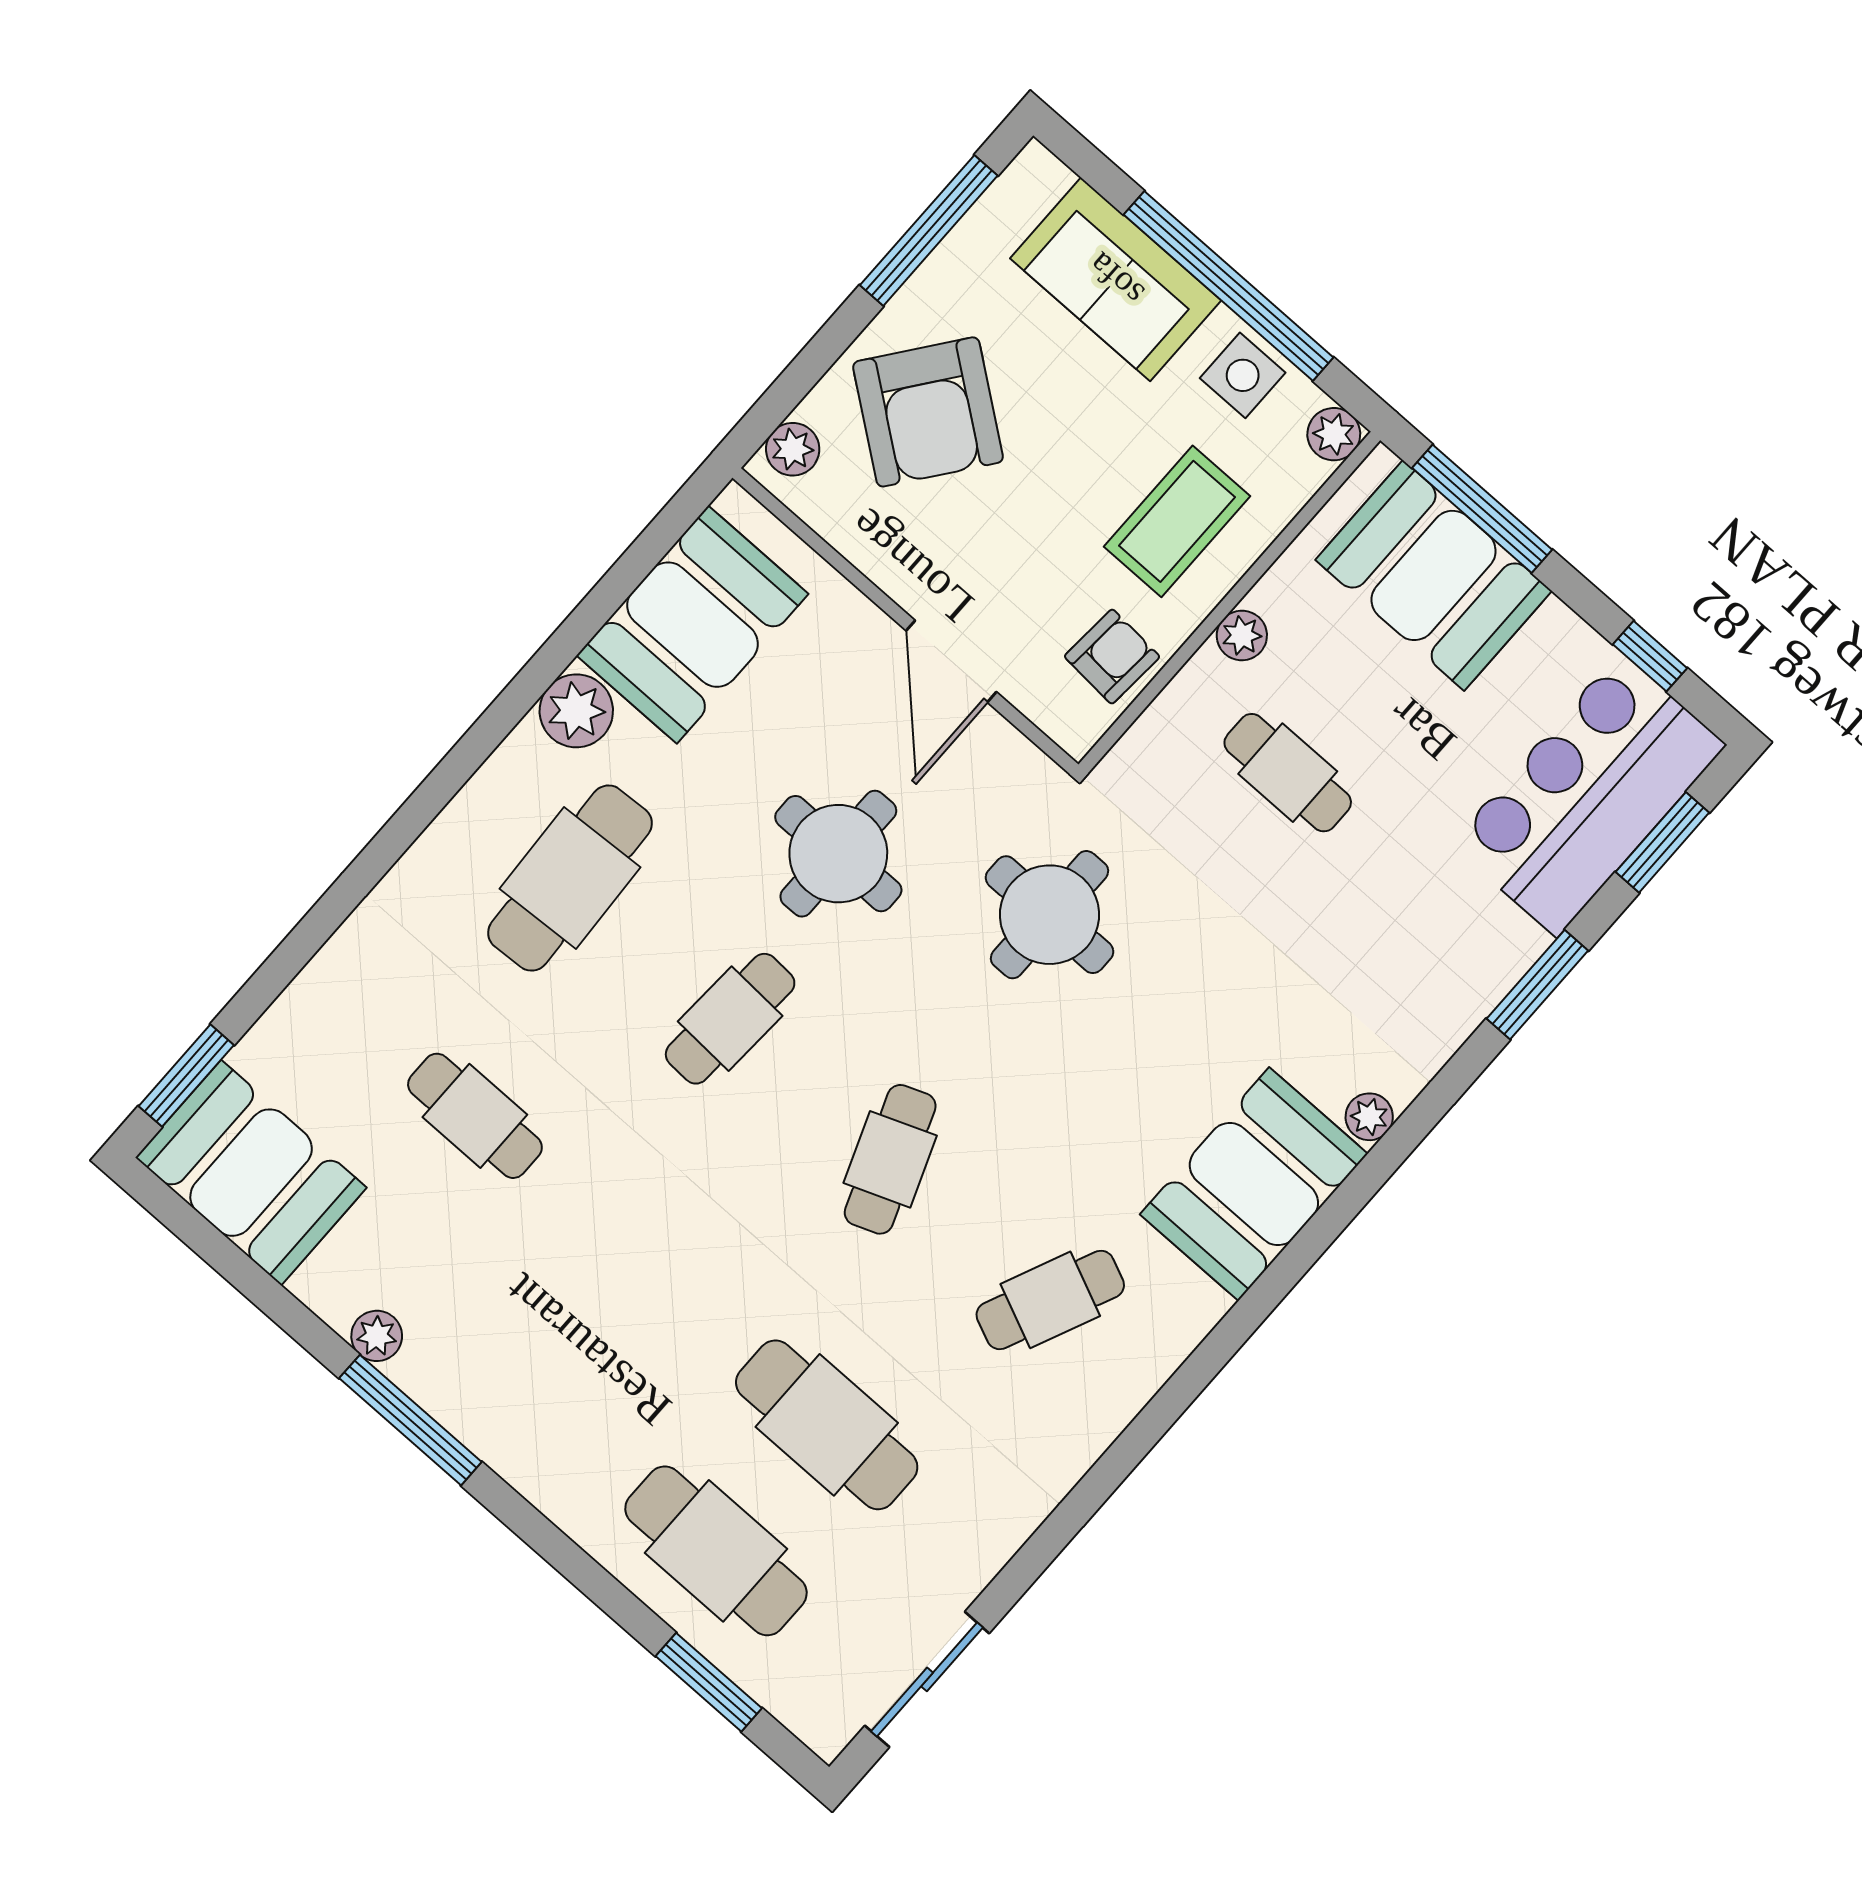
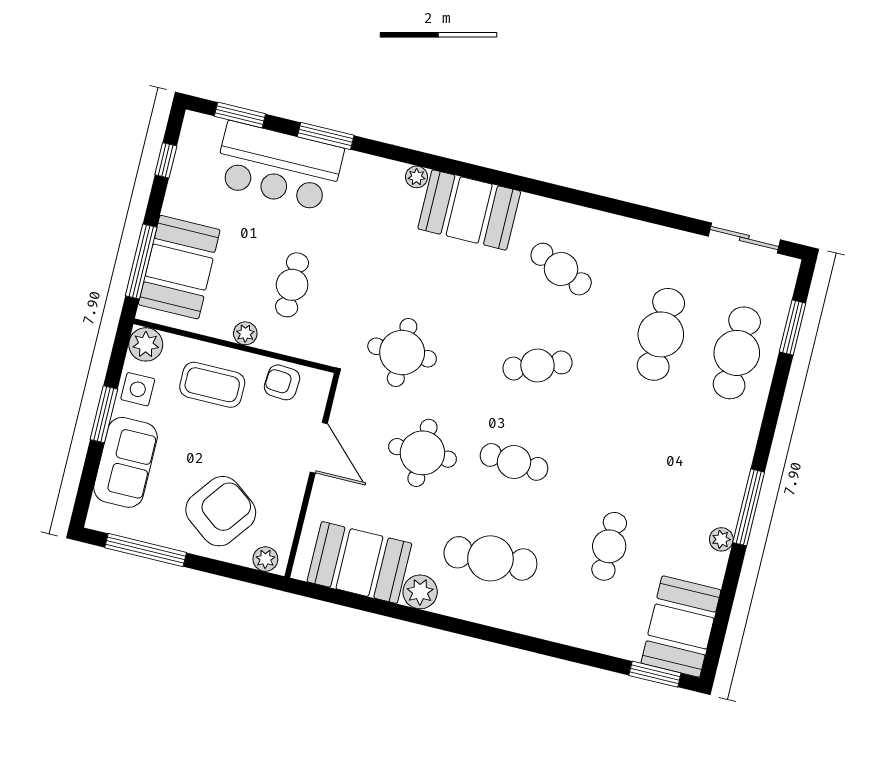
window: (1229, 286) -> (104, 414), width x0.47
plant: (1334, 434) -> (146, 344), width x1.38, depth x1.38
door: (951, 661) -> (319, 448), hinge flipped
bar counter: (1588, 795) -> (279, 166), moved

